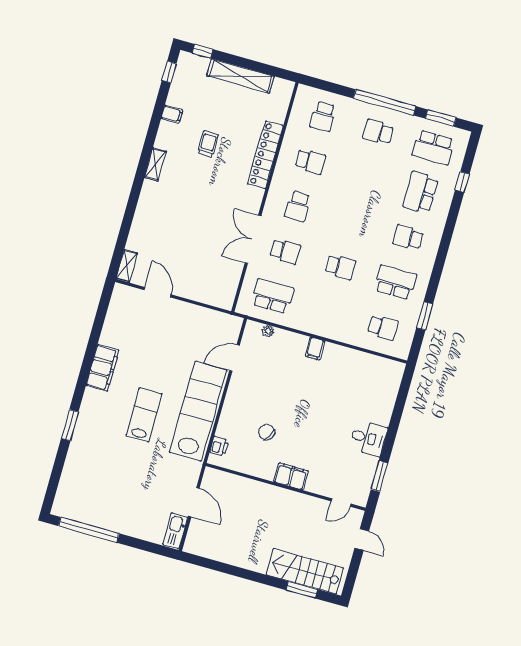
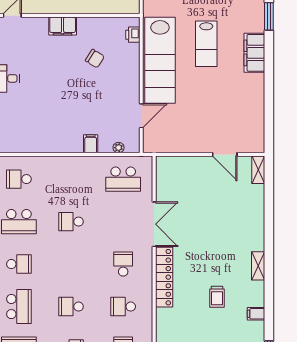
locker: (265, 155) -> (164, 277), moved
school desk: (285, 251) -> (71, 307), moved
filing cabinet: (315, 349) -> (91, 144), moved
filing cabinet: (102, 368) -> (254, 53), moved

